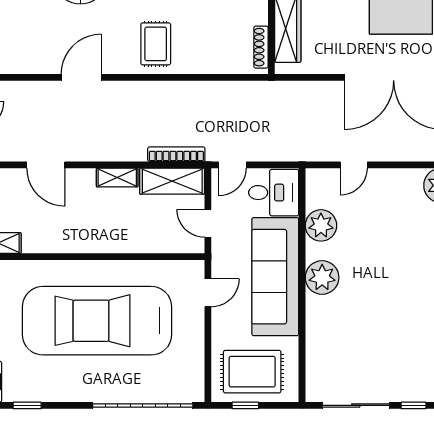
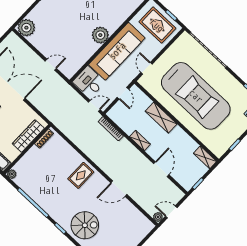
shelving: (172, 181) -> (161, 118), moved
plant: (321, 225) -> (83, 54), removed
door: (208, 293) -> (146, 68), hinge flipped

